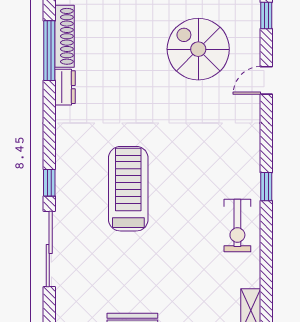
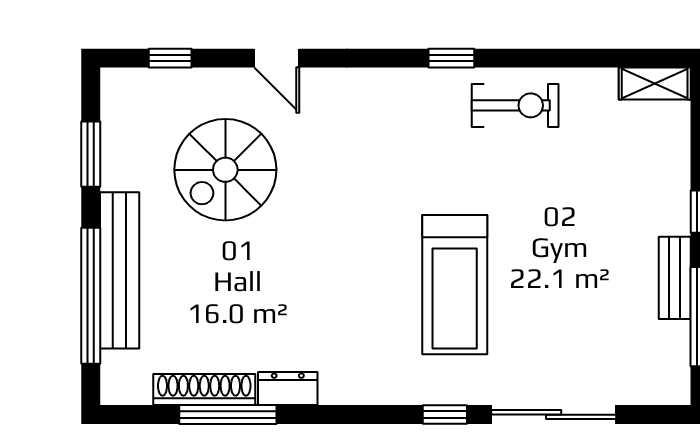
treadmill: (128, 189) -> (455, 285), turned -90

